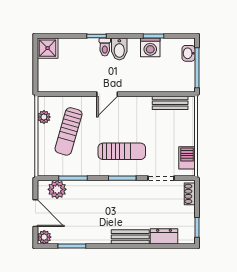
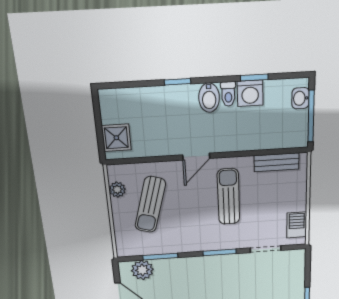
toilet: (105, 47) -> (228, 94), moved
shower: (48, 48) -> (116, 138), moved
sun lounger: (122, 151) -> (228, 197), moved, turned -90
shoe rack: (190, 194) -> (299, 263), removed

